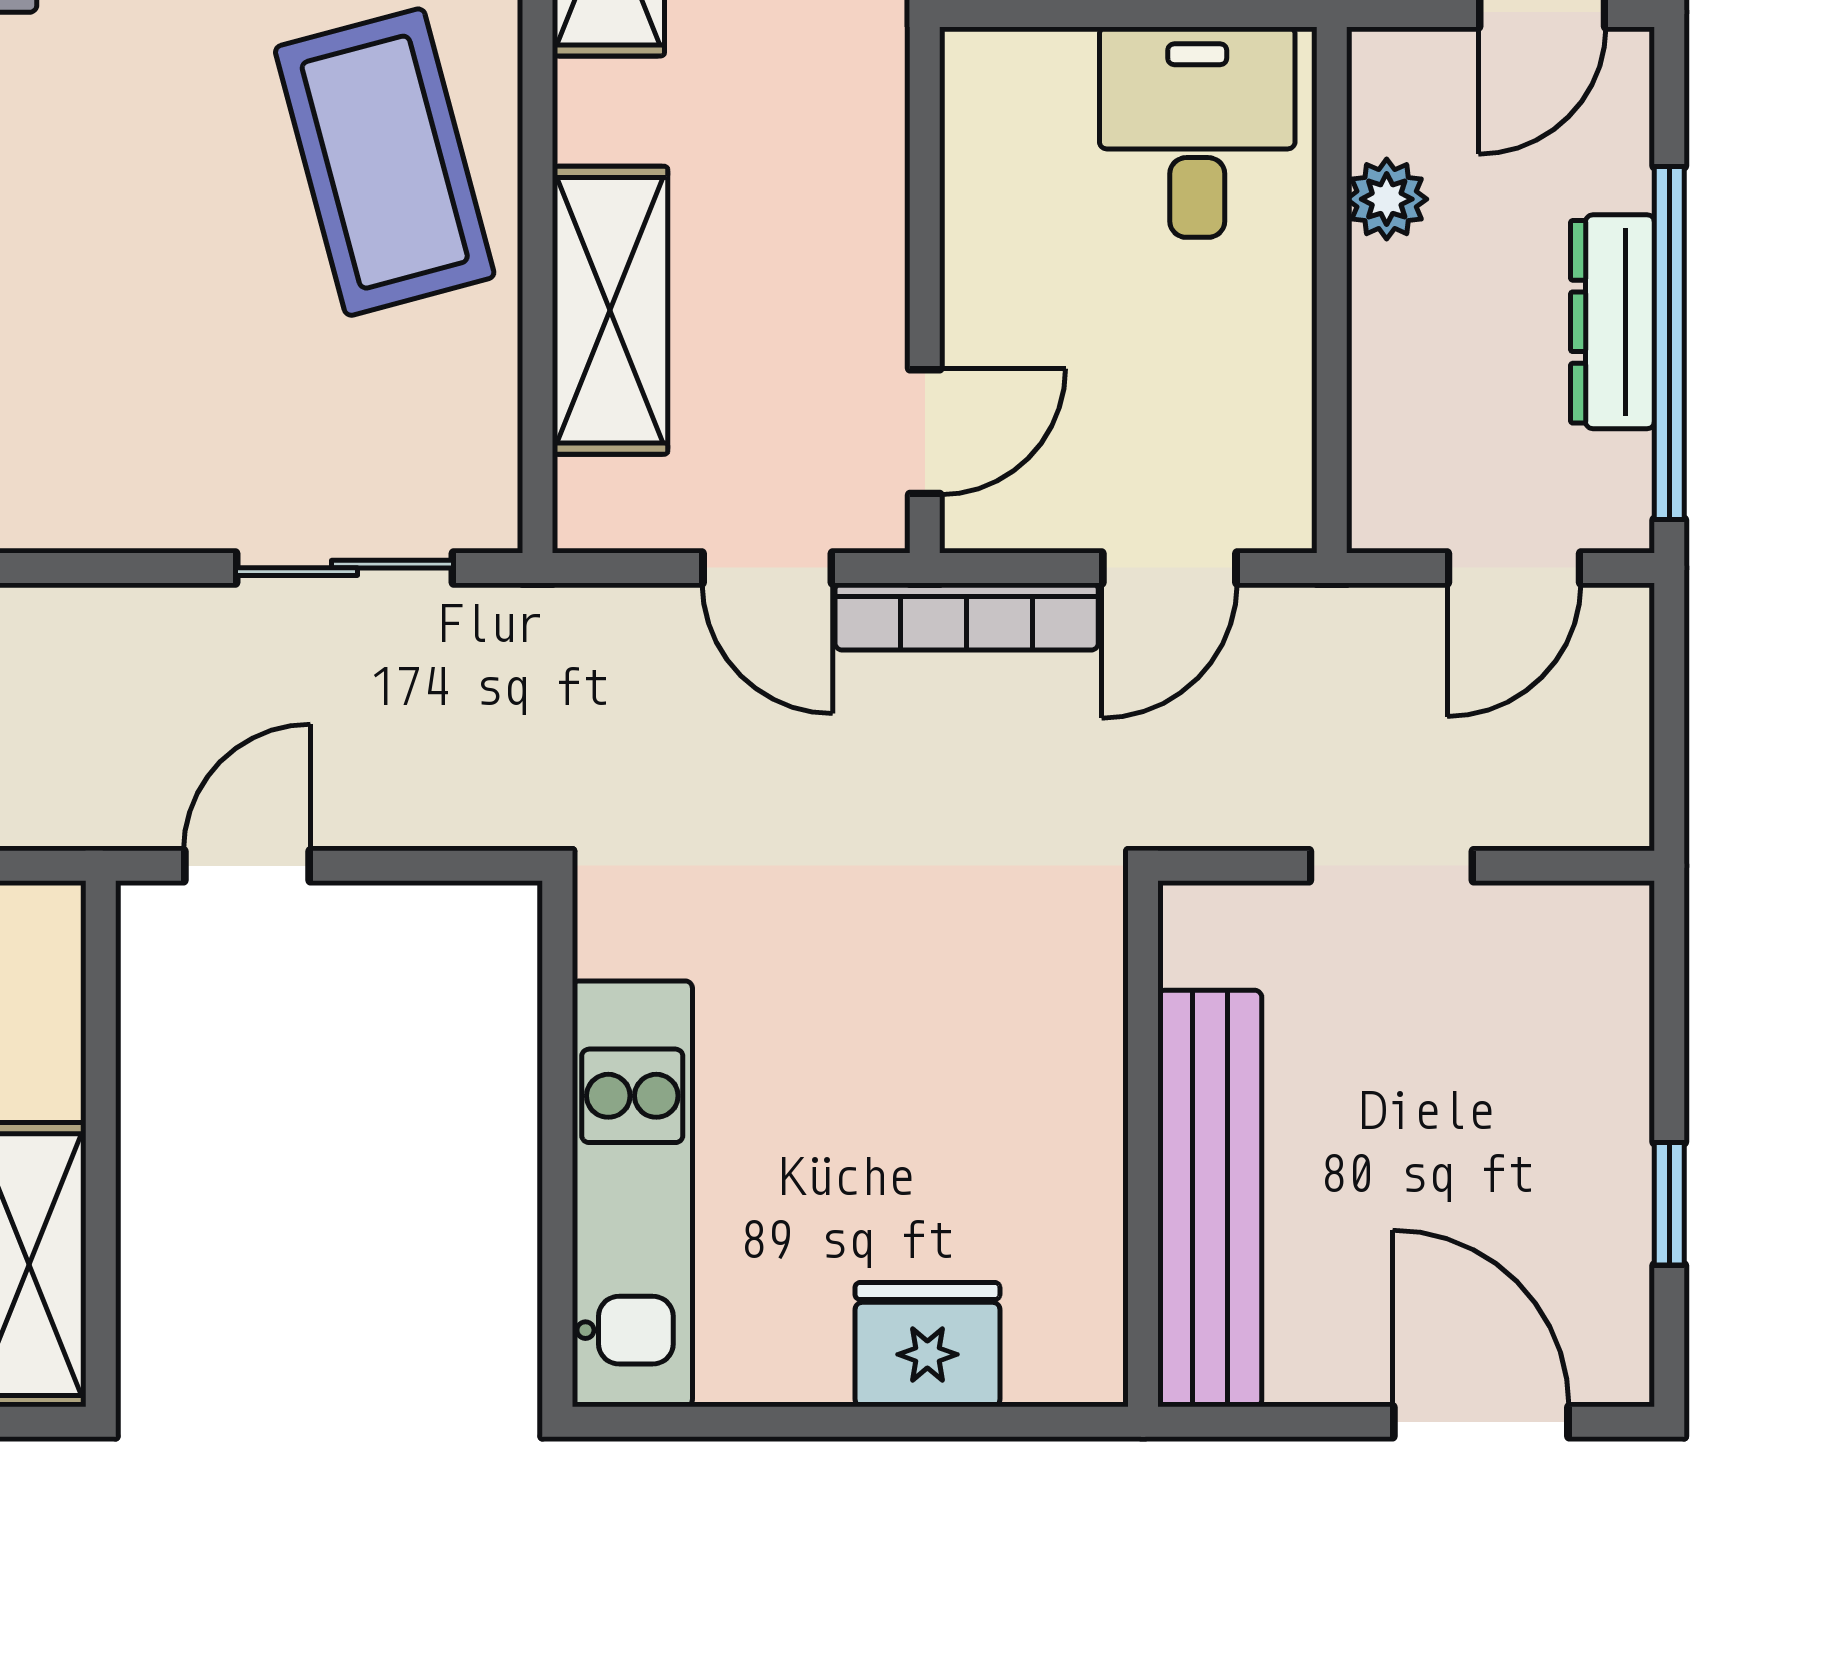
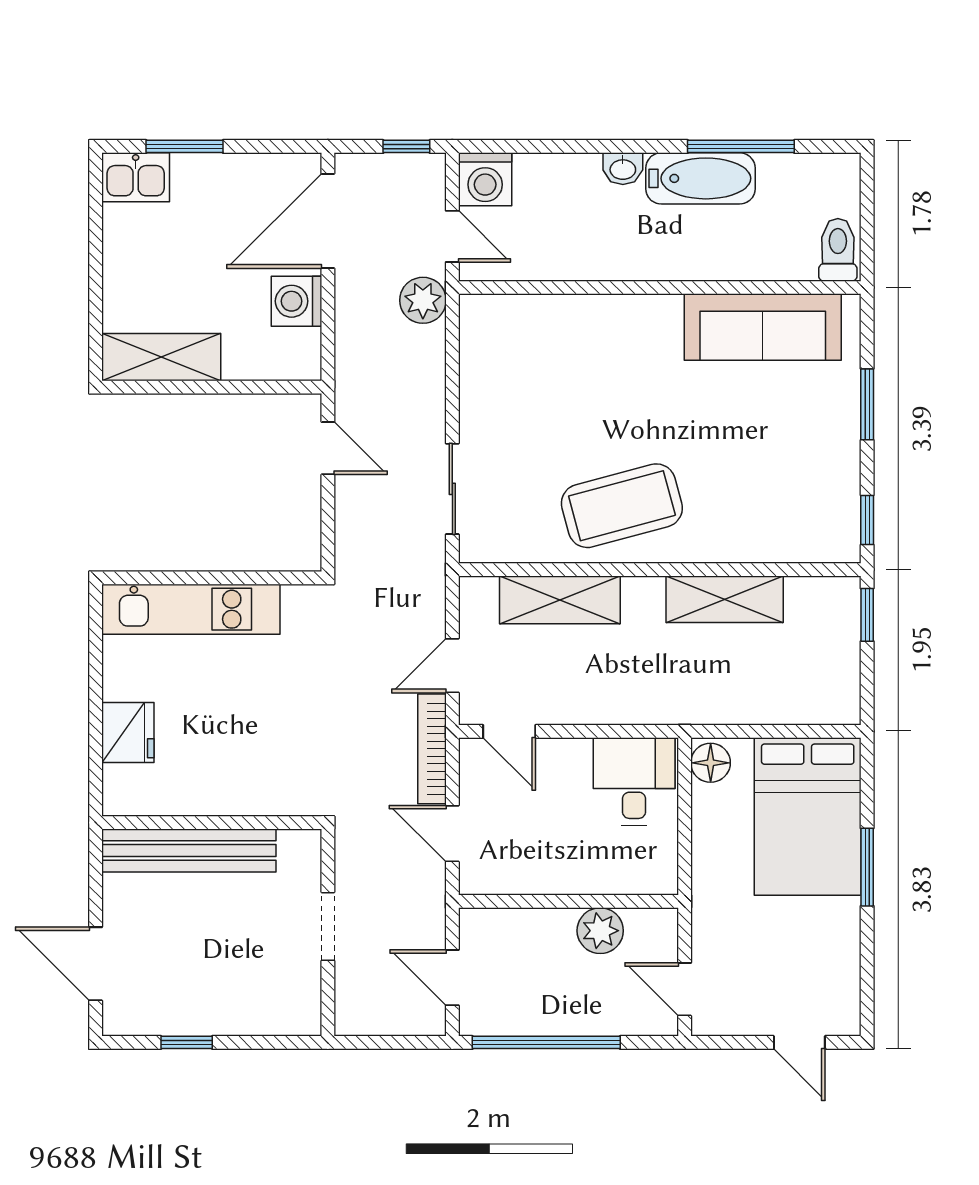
desk: (1197, 132) -> (634, 782), moved, turned -90
plant: (1387, 199) -> (600, 931), width x1.38, depth x1.38
dresser: (1612, 322) -> (555, 1019), removed
door: (1481, 1422) -> (96, 964), swing flipped

